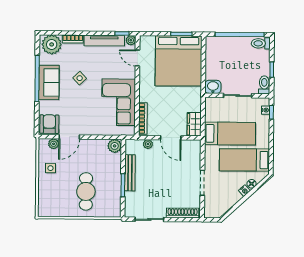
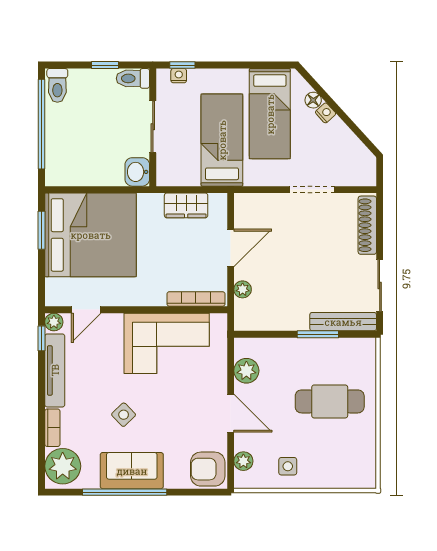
wardrobe: (194, 124) -> (186, 205), moved
door: (69, 137) -> (231, 413), moved
plant: (115, 146) -> (246, 371), moved
bench: (130, 173) -> (343, 322), moved

